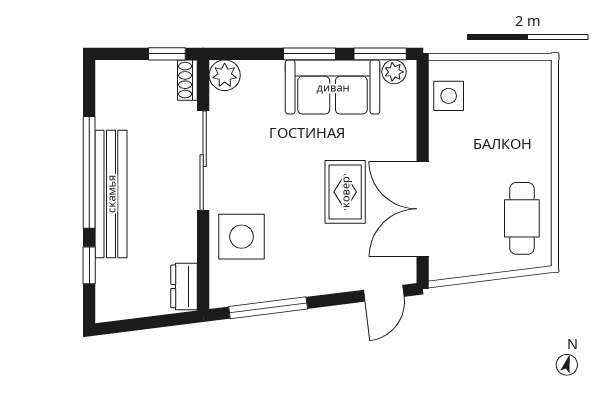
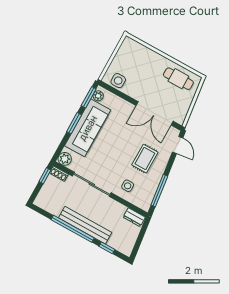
sofa: (333, 87) -> (88, 128), width x1.36
rug: (345, 192) -> (145, 159), moved, turned 90
side table: (242, 237) -> (128, 186), width x0.54, depth x0.54

